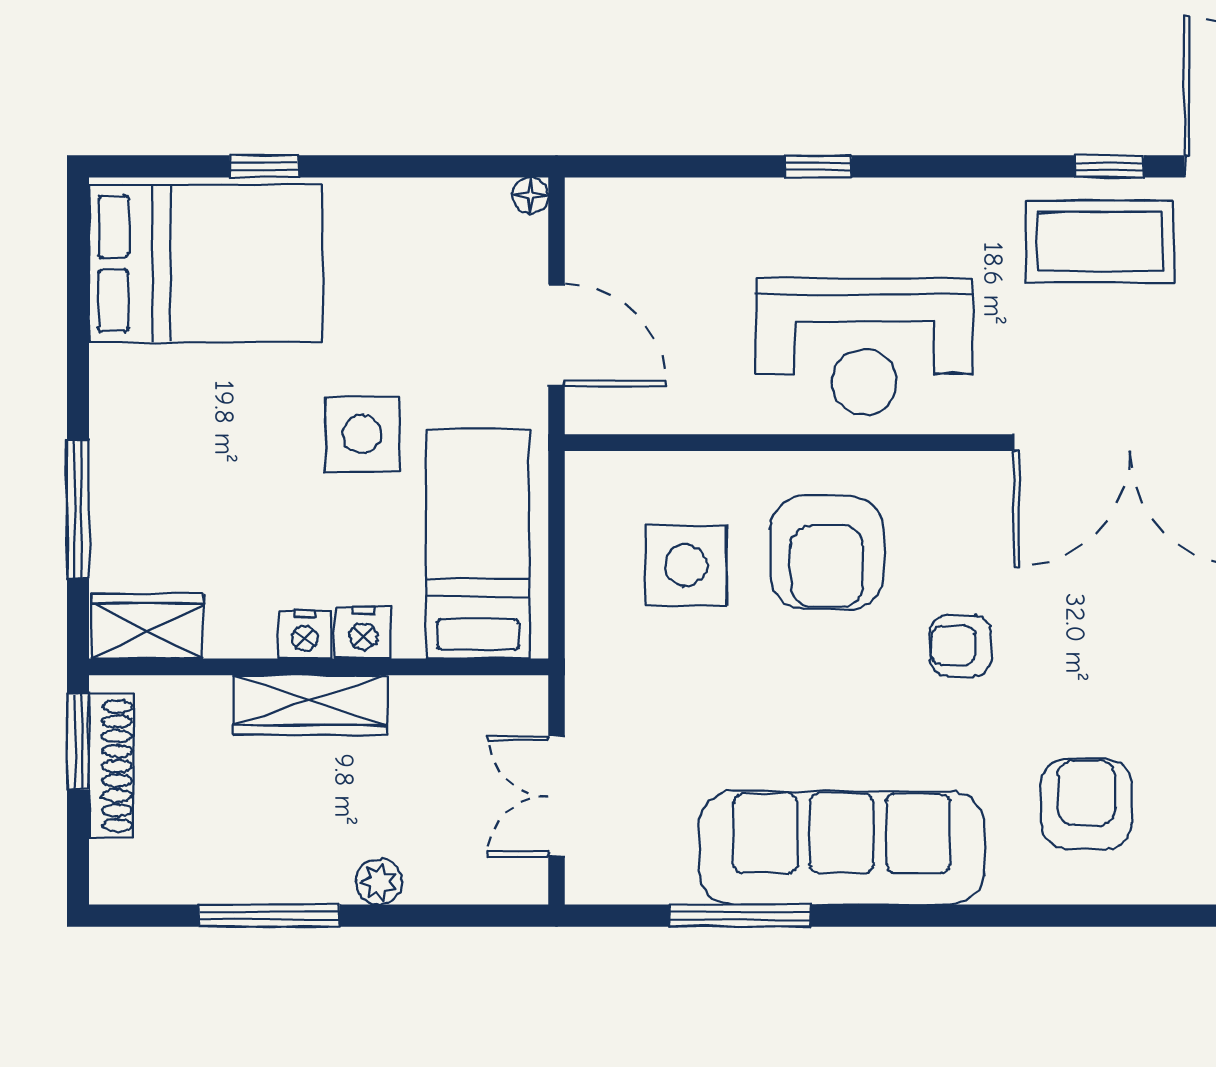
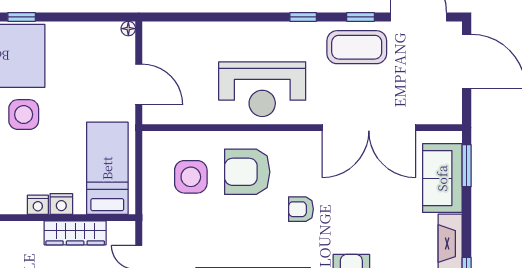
window: (818, 166) -> (303, 17), moved
side table: (362, 434) -> (24, 115), moved
armchair: (827, 553) -> (247, 172), turned 90
wardrobe: (310, 705) -> (75, 233), moved

